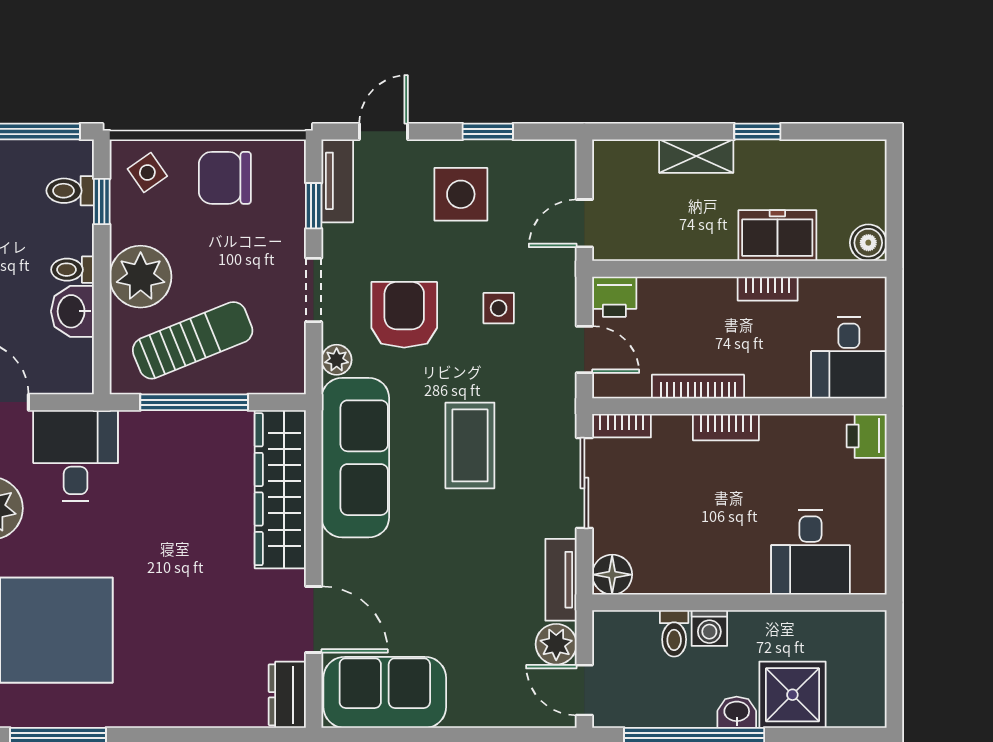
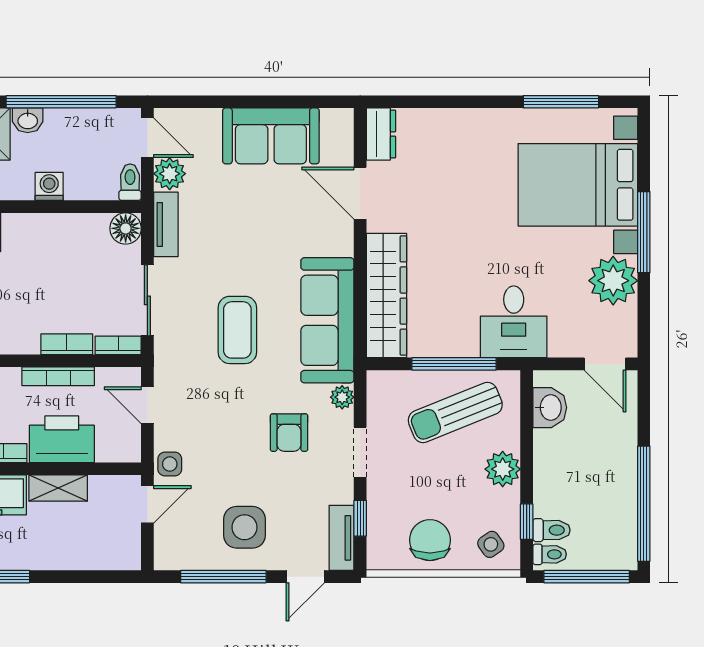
window: (488, 131) -> (223, 577), width x2.17
shelving: (696, 156) -> (58, 488), moved
chair: (225, 178) -> (430, 540), turned -90
toilet: (72, 270) -> (550, 554), moved
plant: (141, 277) -> (503, 469), width x0.73, depth x0.73
printer: (614, 297) -> (62, 439), moved, width x1.87, depth x1.48
side table: (499, 308) -> (170, 464), moved
washbasin: (72, 311) -> (550, 408), moved
armchair: (404, 315) -> (289, 433), width x0.72, depth x0.72
bookcase: (726, 427) -> (67, 344), moved
desk: (76, 456) -> (514, 322), moved
toilet: (674, 633) -> (130, 182), moved
sofa: (385, 692) -> (271, 136), moved

